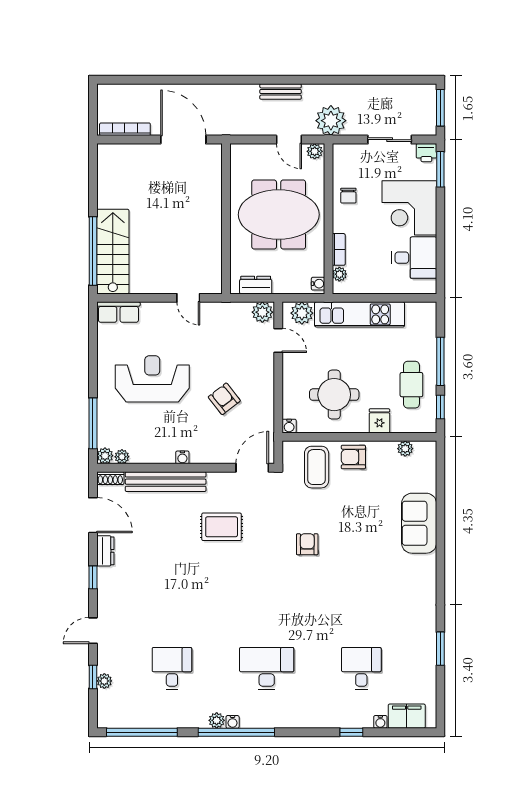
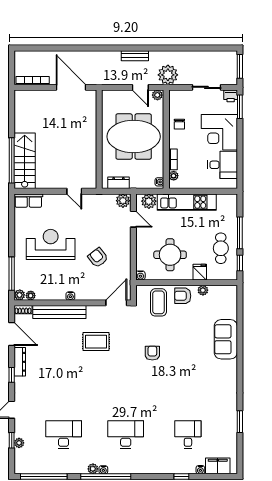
plant: (405, 449) -> (203, 290), moved
dresser: (105, 551) -> (20, 362), width x1.44
desk: (172, 669) -> (64, 435), width x1.37

